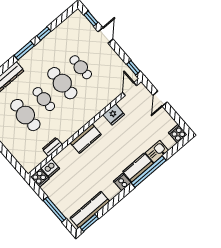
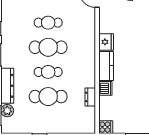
fridge: (114, 115) -> (106, 42), moved
dishwasher: (50, 168) -> (105, 88), moved

